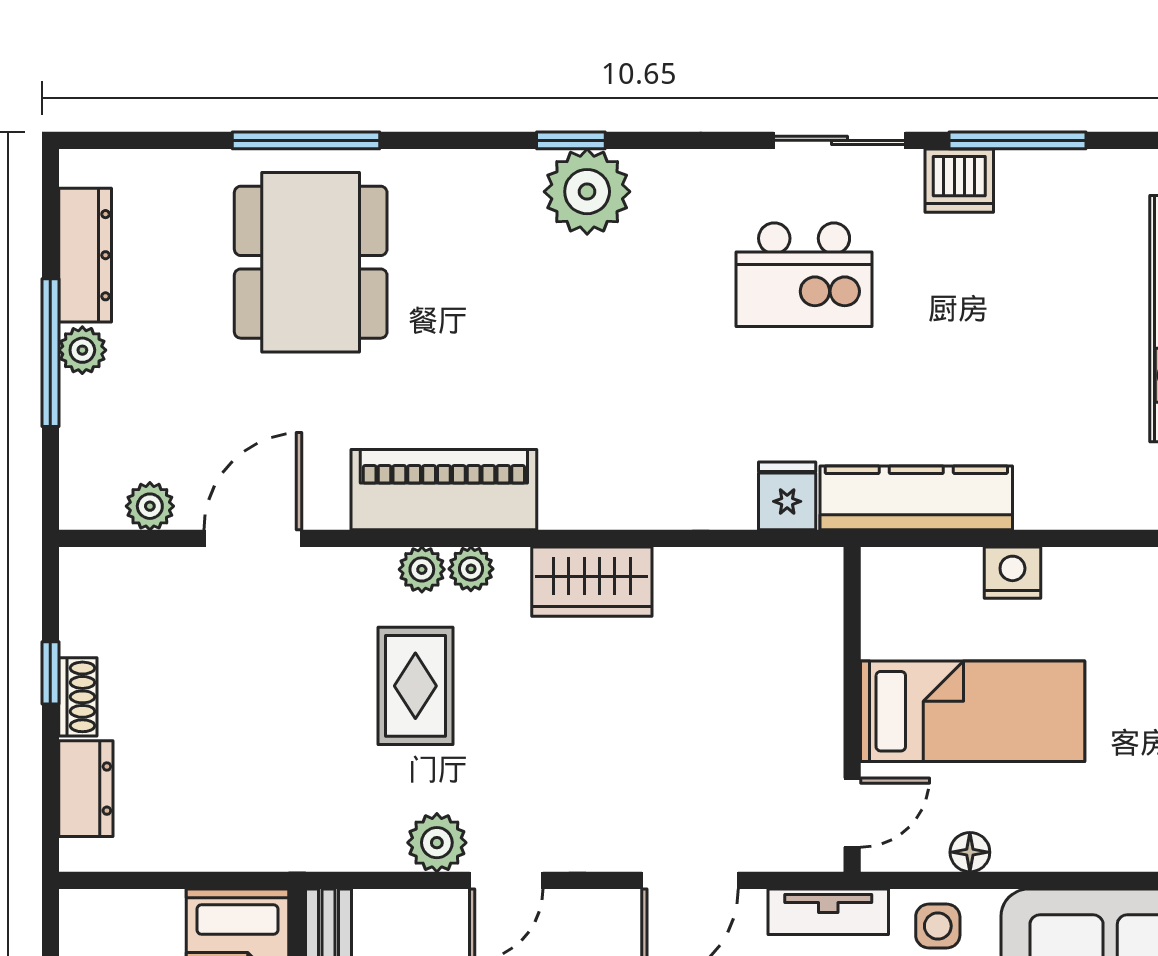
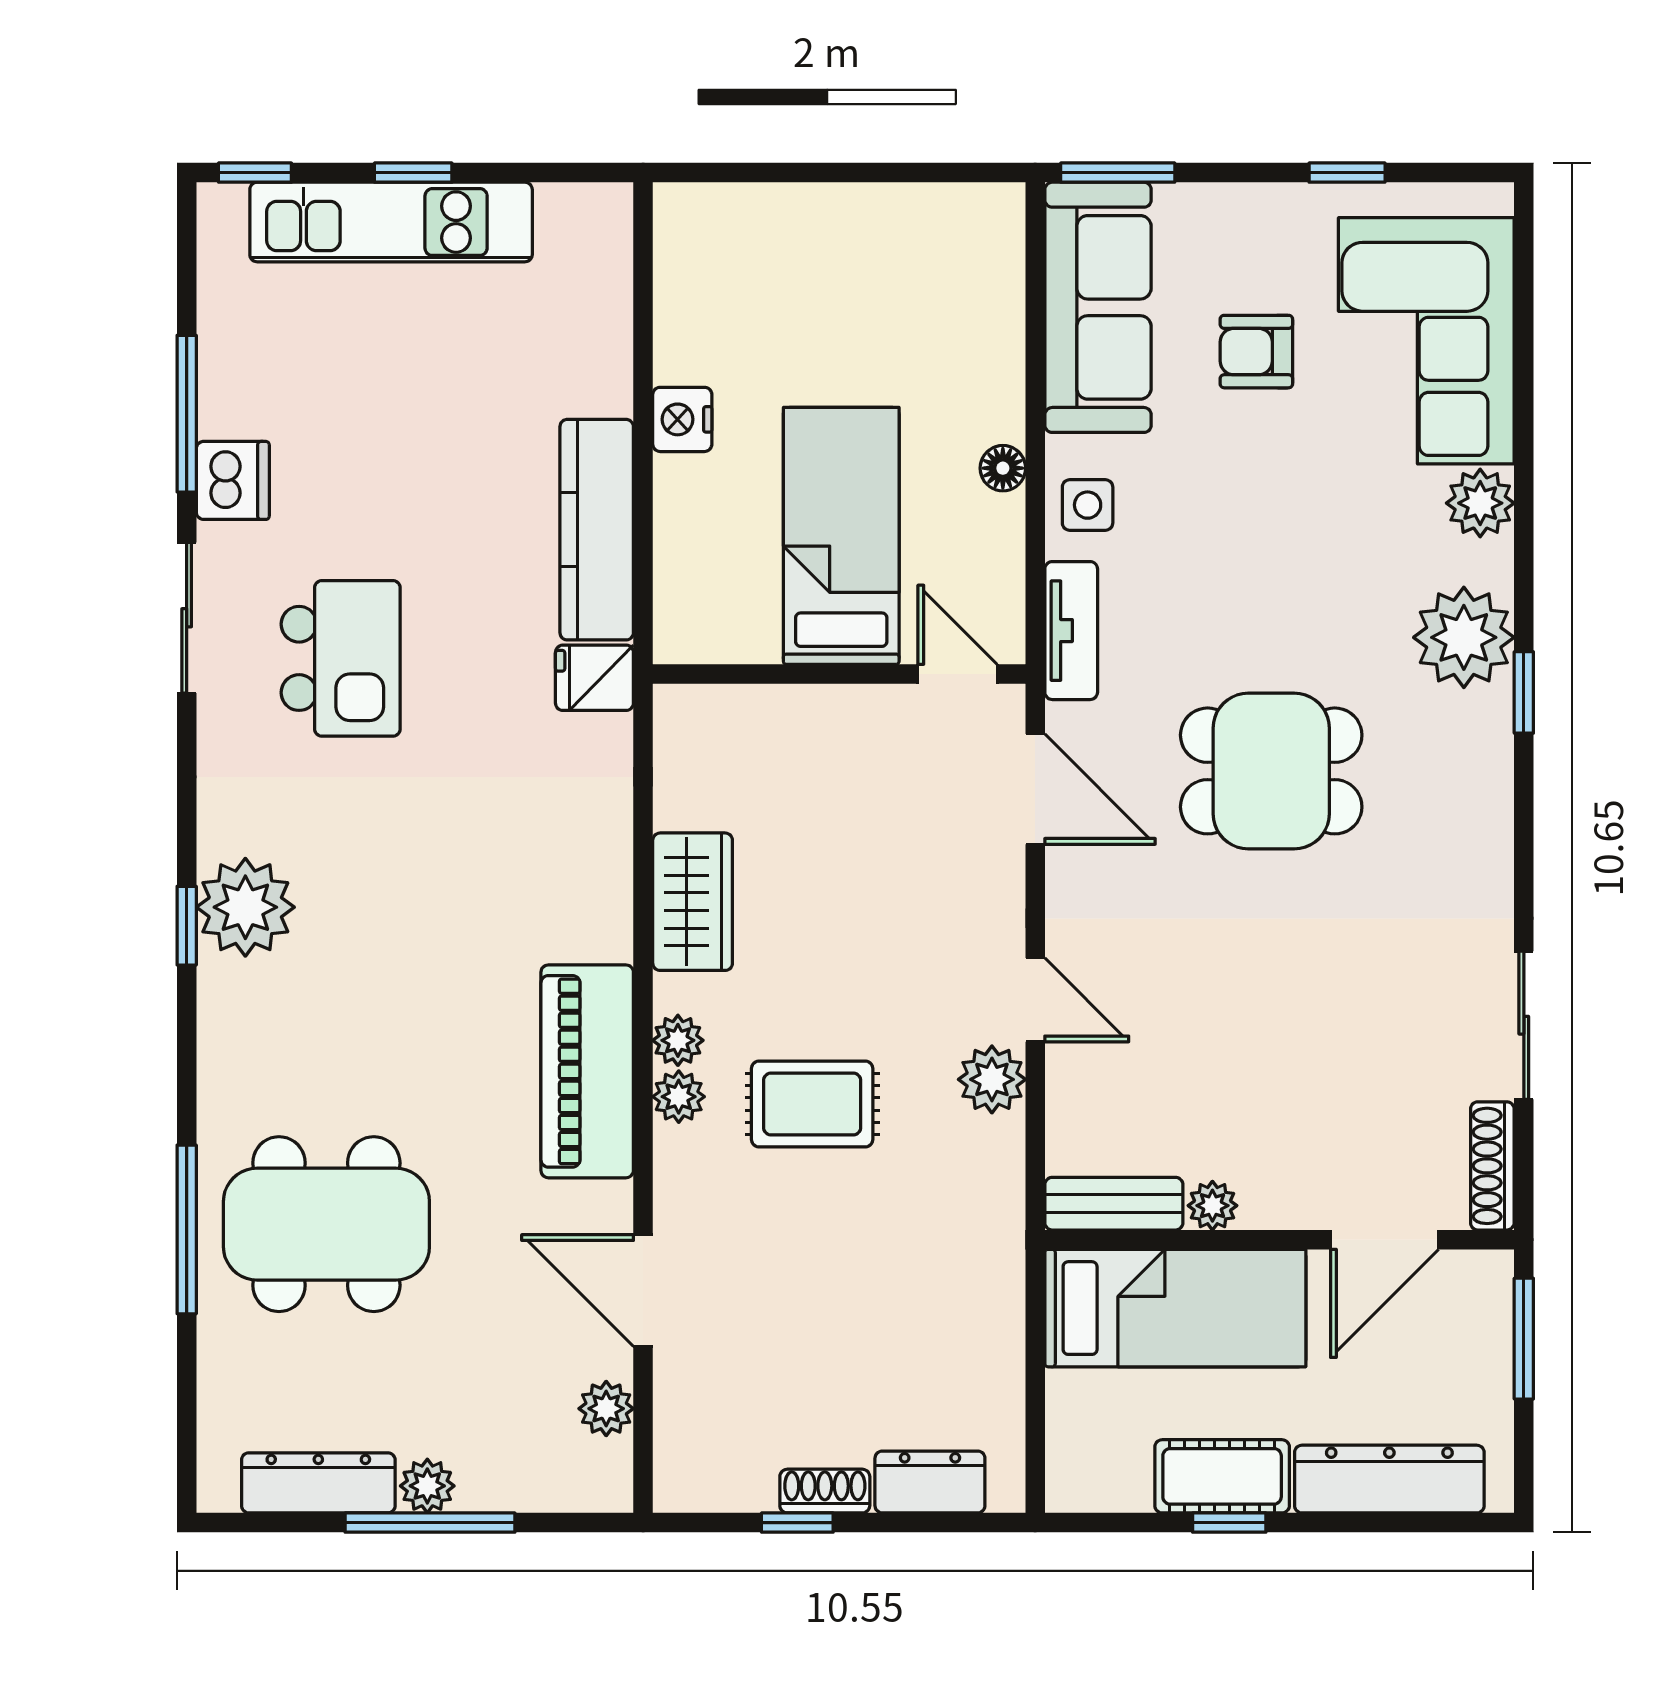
wall: (852, 709) -> (839, 674), moved
bed: (973, 711) -> (841, 536), moved
door: (852, 813) -> (957, 674), moved

